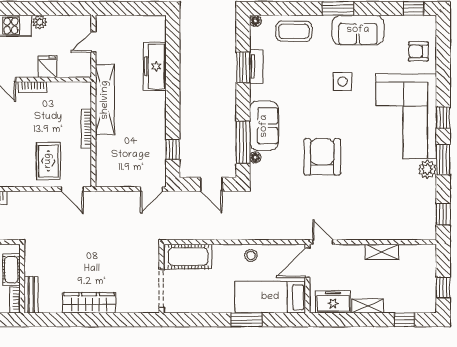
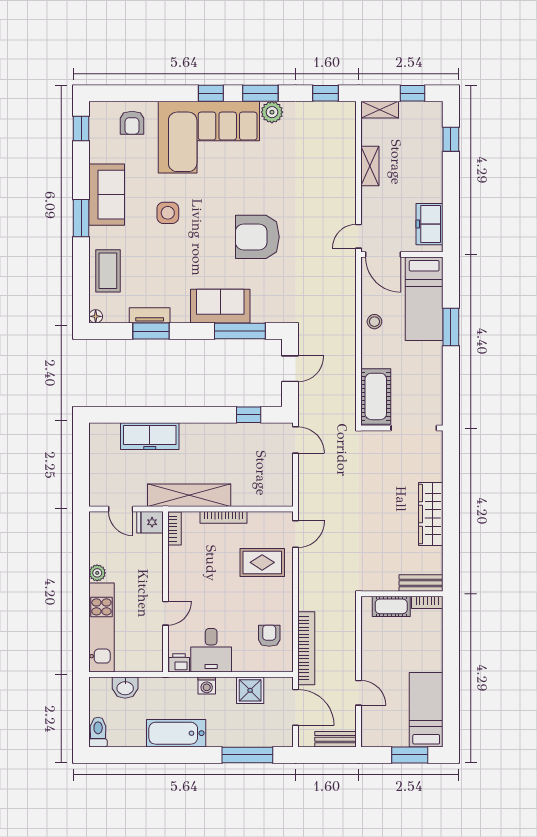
fridge: (48, 67) -> (150, 522), moved
bookcase: (33, 87) -> (174, 529), moved
floor lamp: (255, 157) -> (258, 317), removed
shelving: (368, 306) -> (380, 110), moved, turned 90

